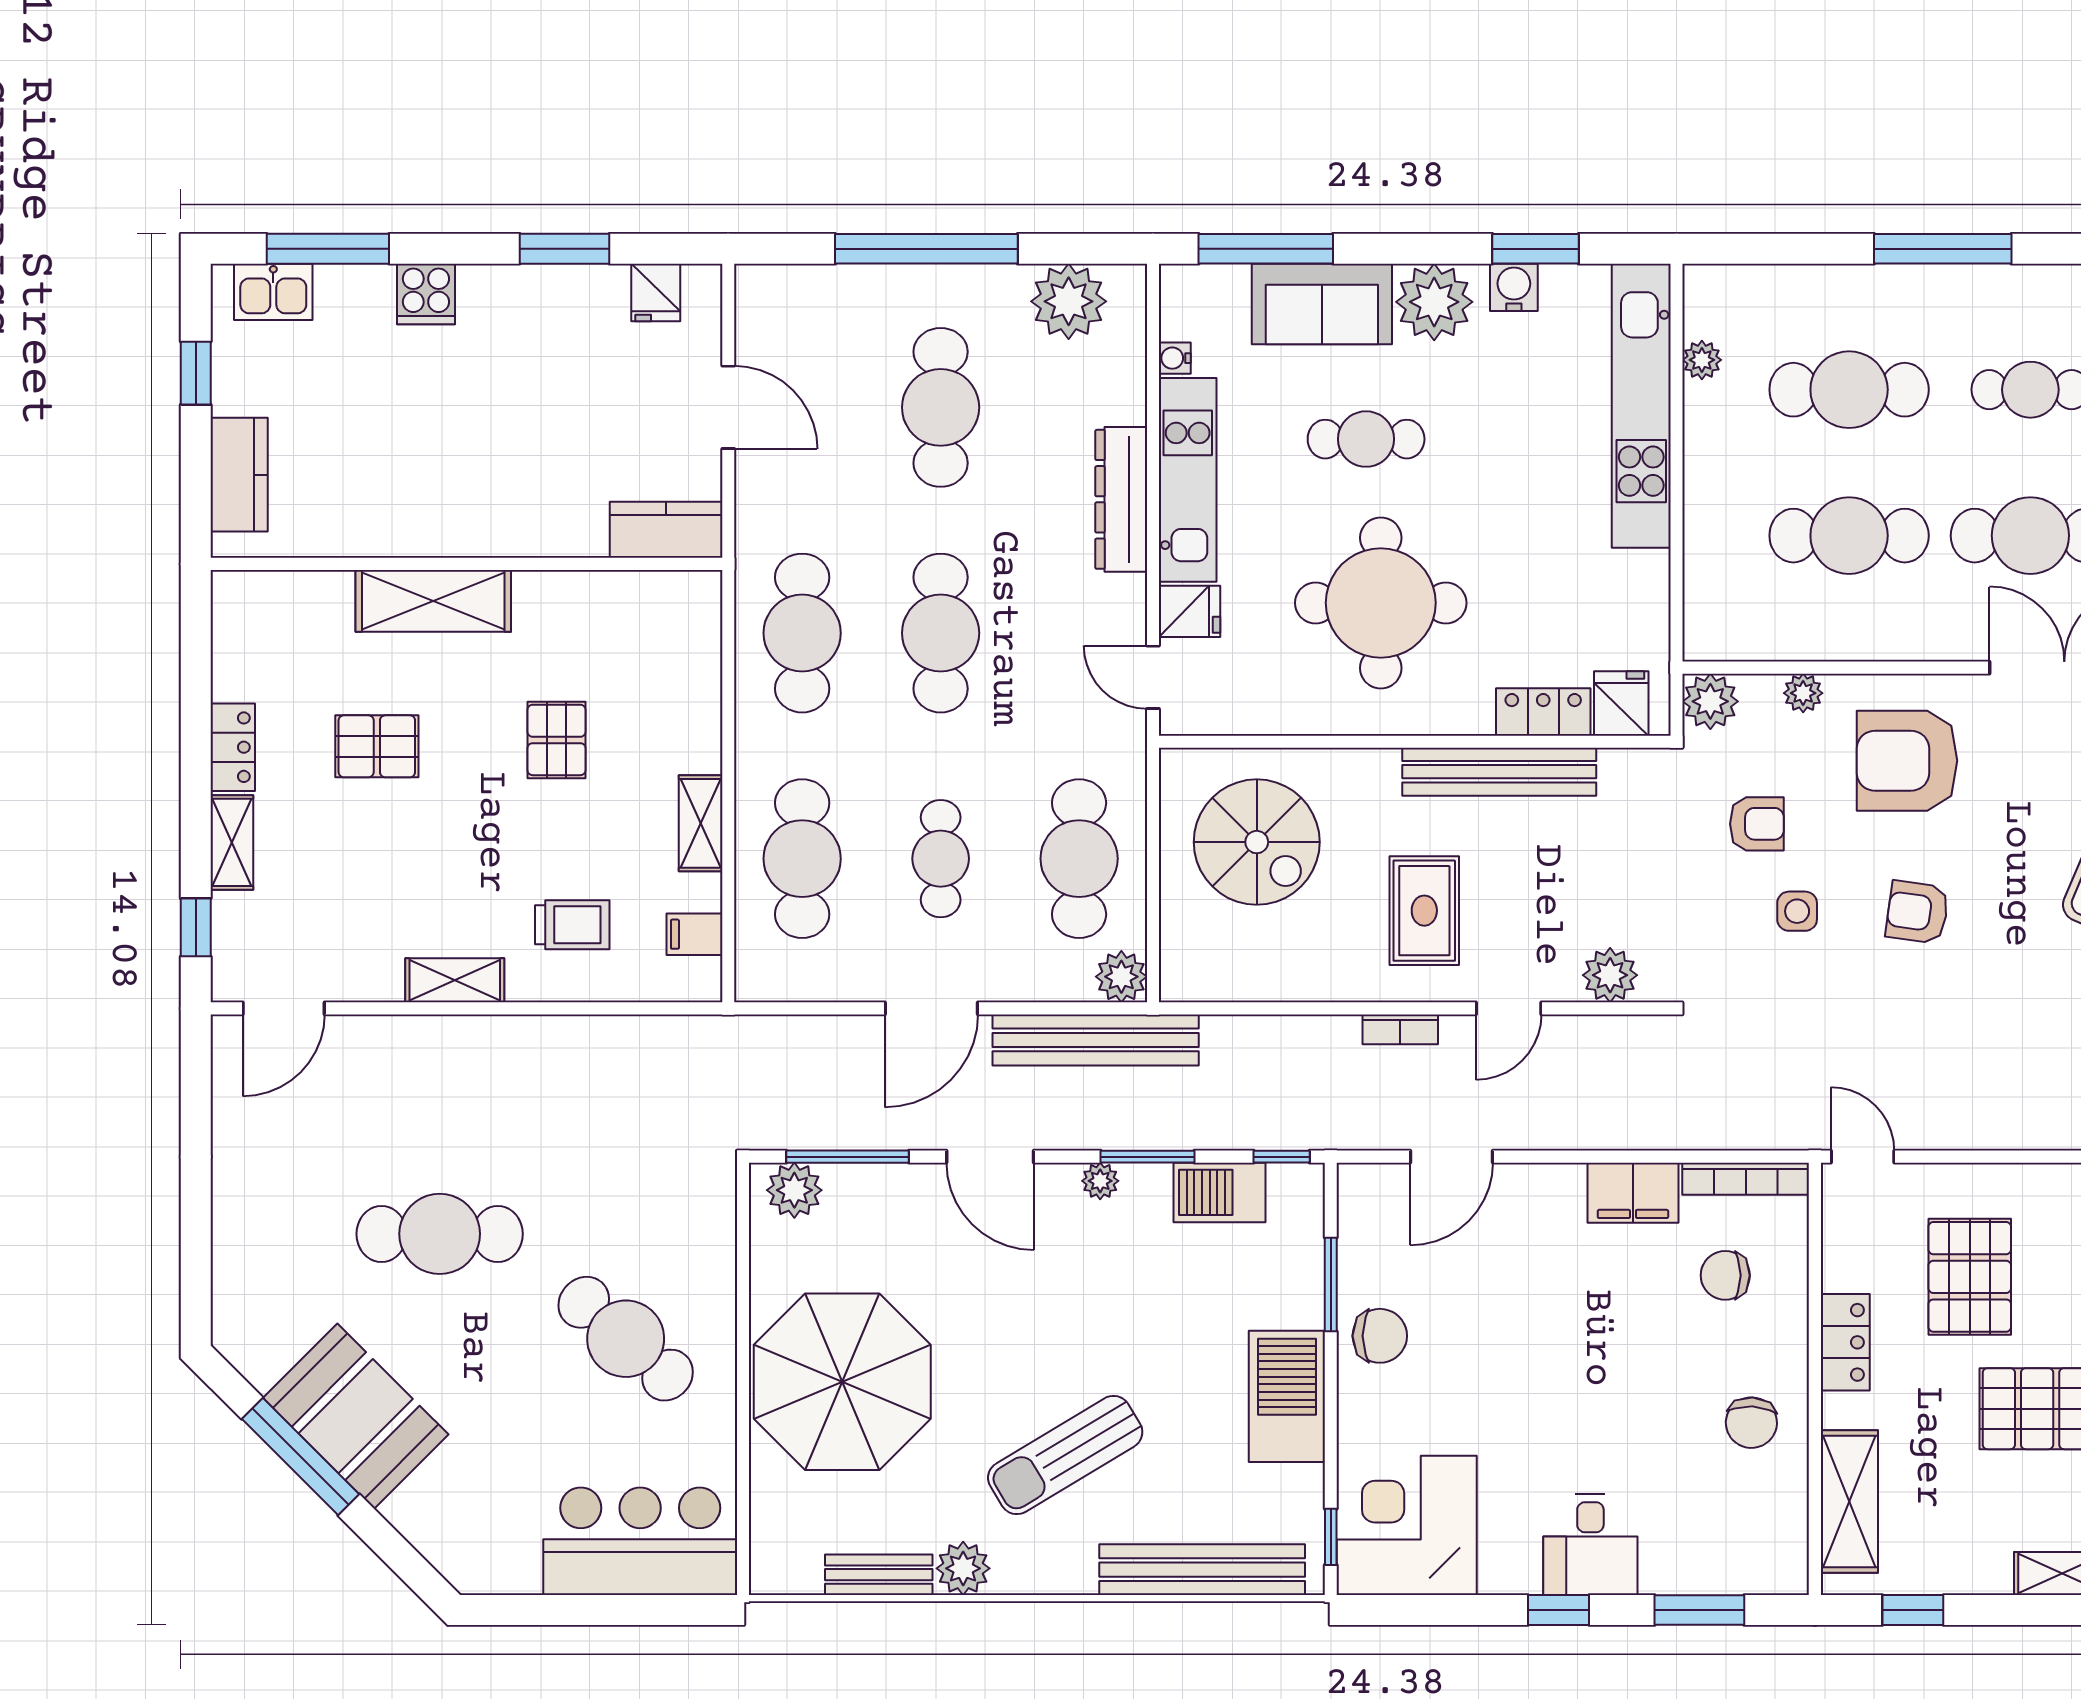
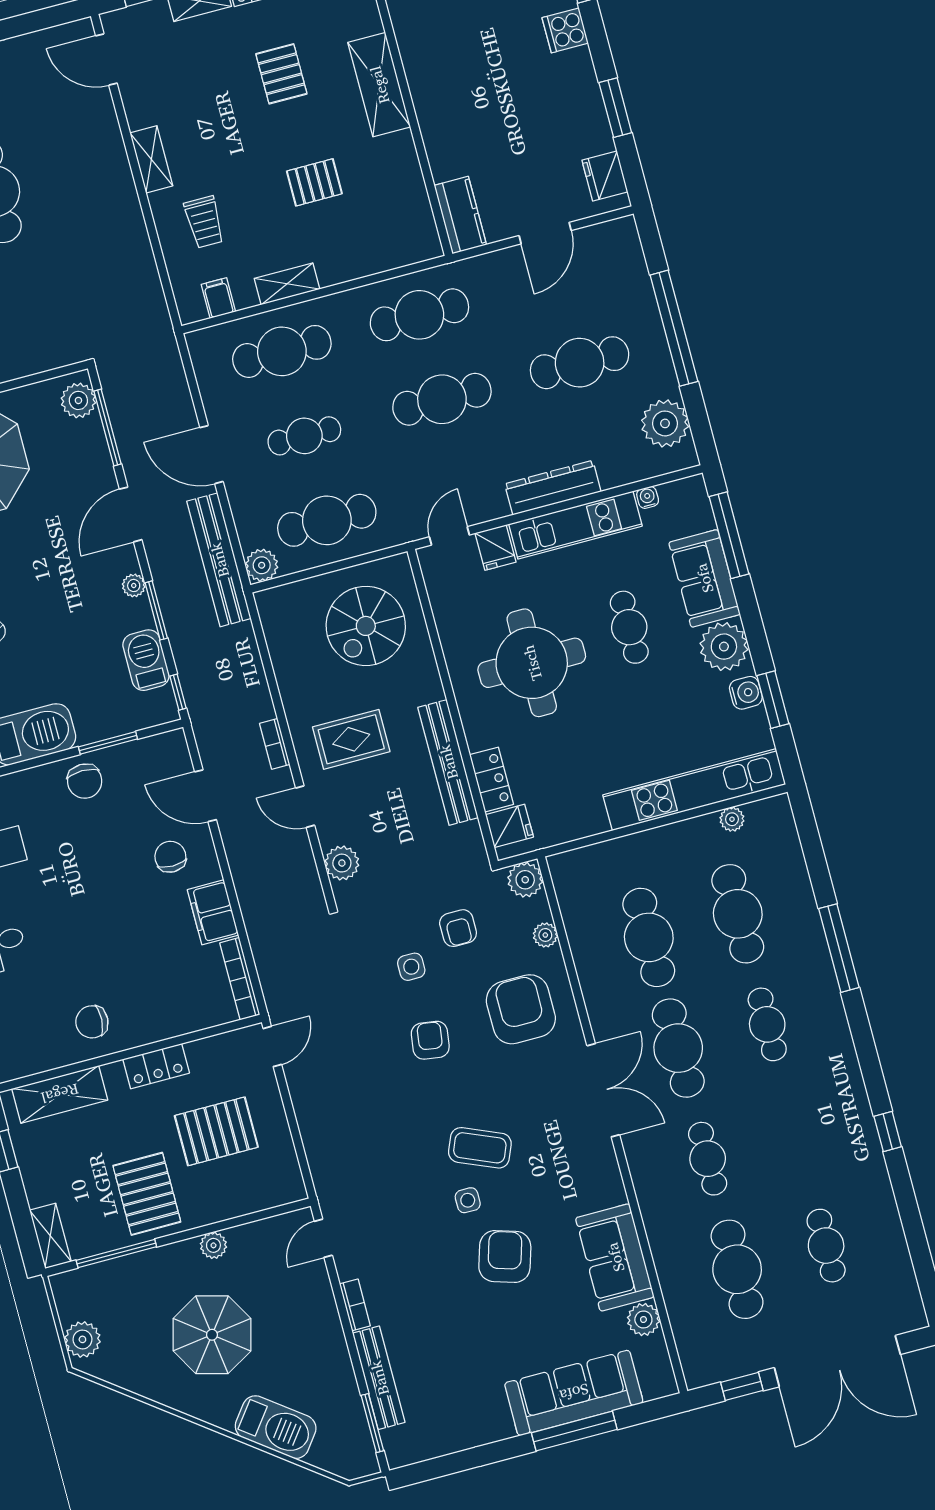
fridge: (656, 293) -> (605, 176), width x1.38
chair: (1725, 1275) -> (170, 857), moved

